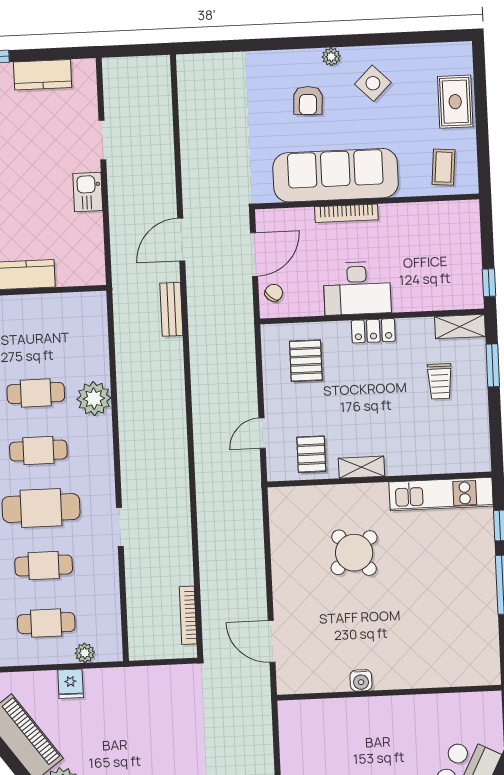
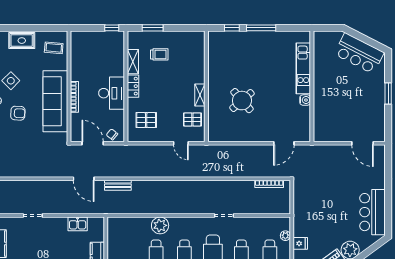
kitchen sink: (88, 192) -> (78, 224), moved
shelving: (460, 327) -> (133, 62), moved
kitchen unit: (441, 494) -> (303, 68), moved, turned 180

